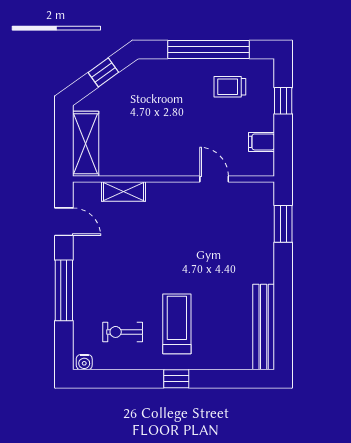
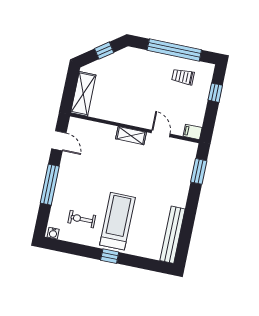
filing cabinet: (261, 142) -> (193, 132), moved
shelving: (123, 191) -> (131, 136), moved
treadmill: (177, 324) -> (117, 221), width x1.37, depth x1.38

